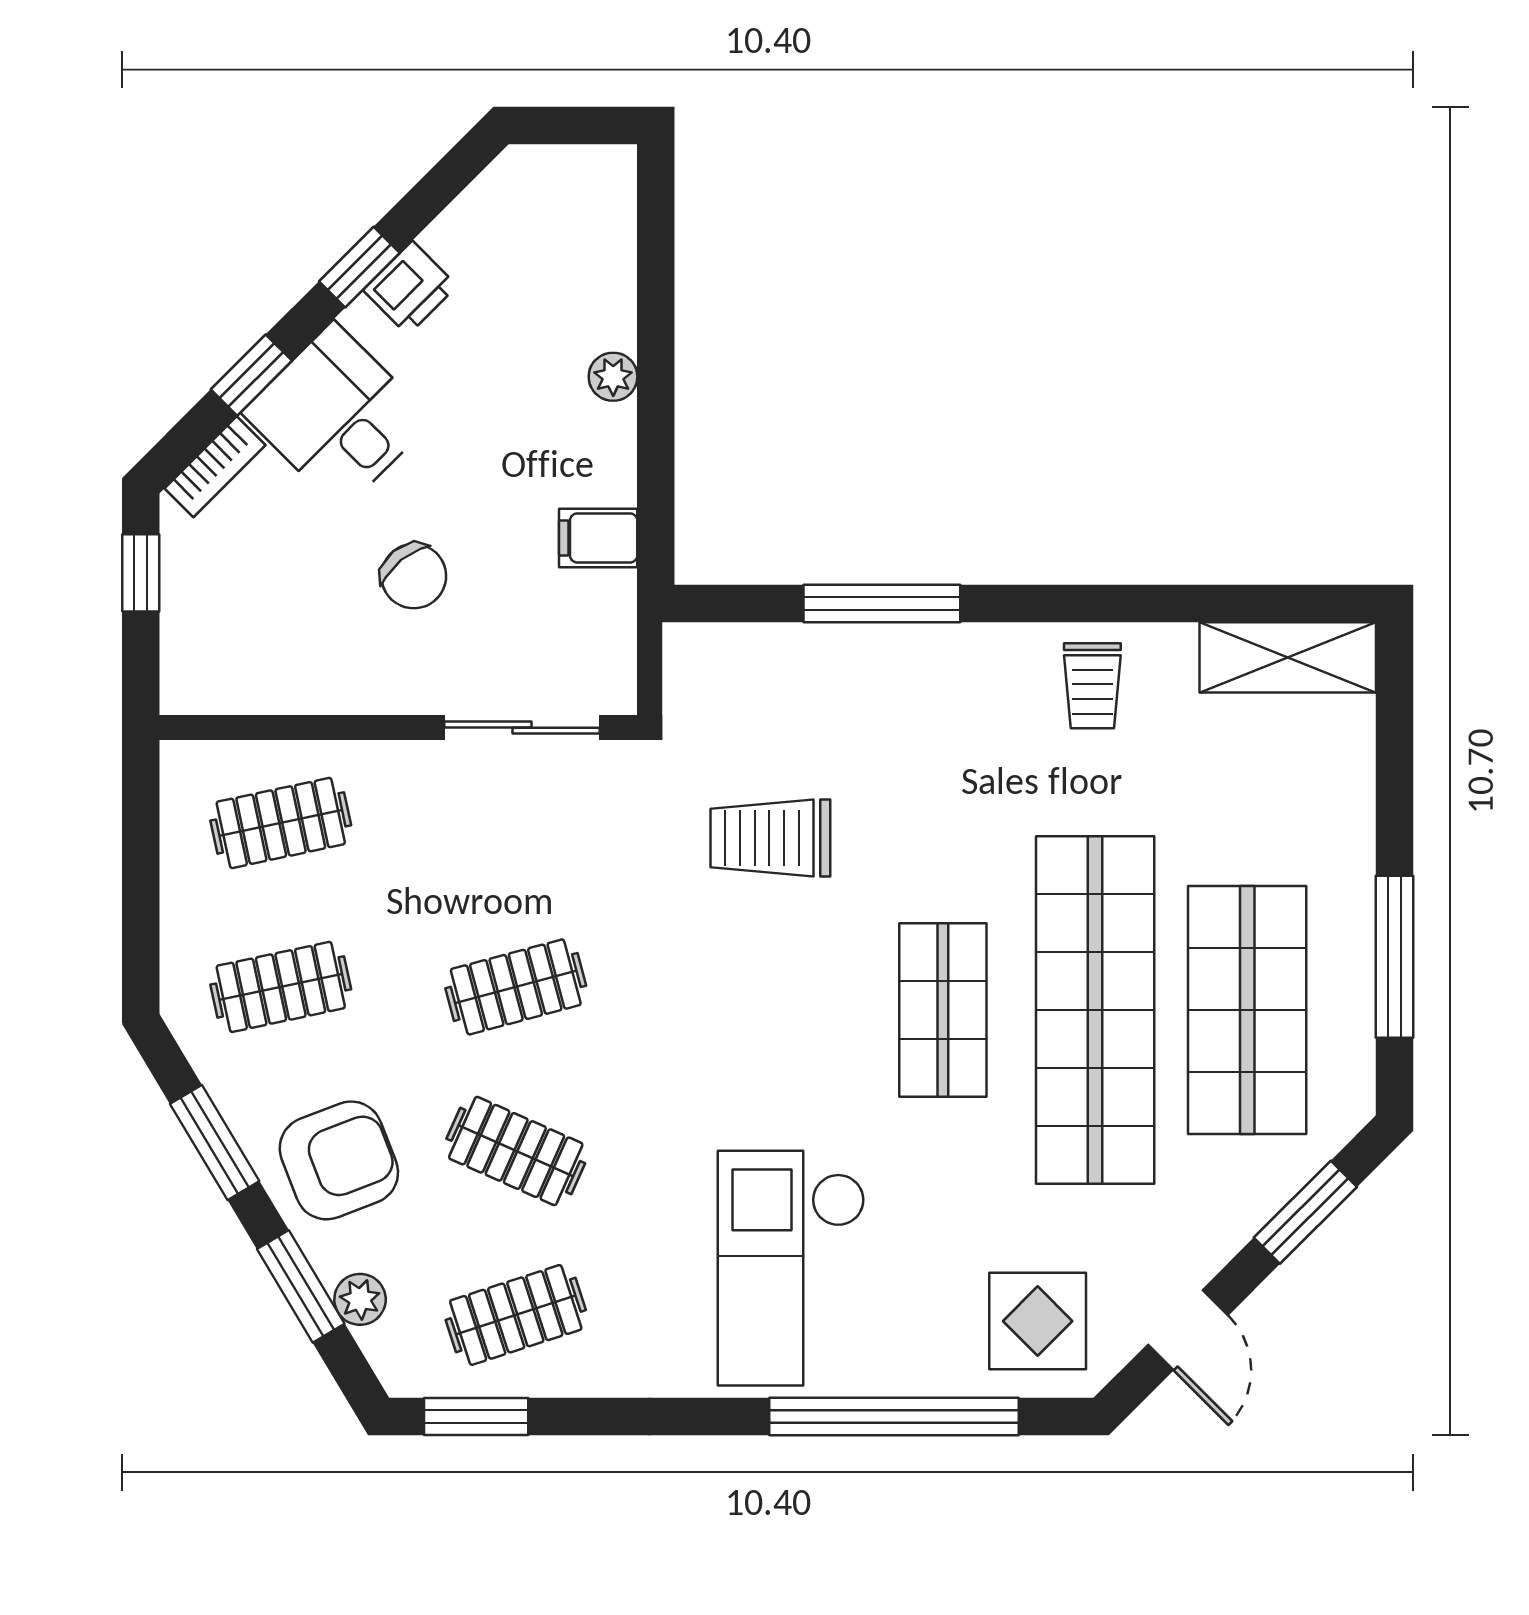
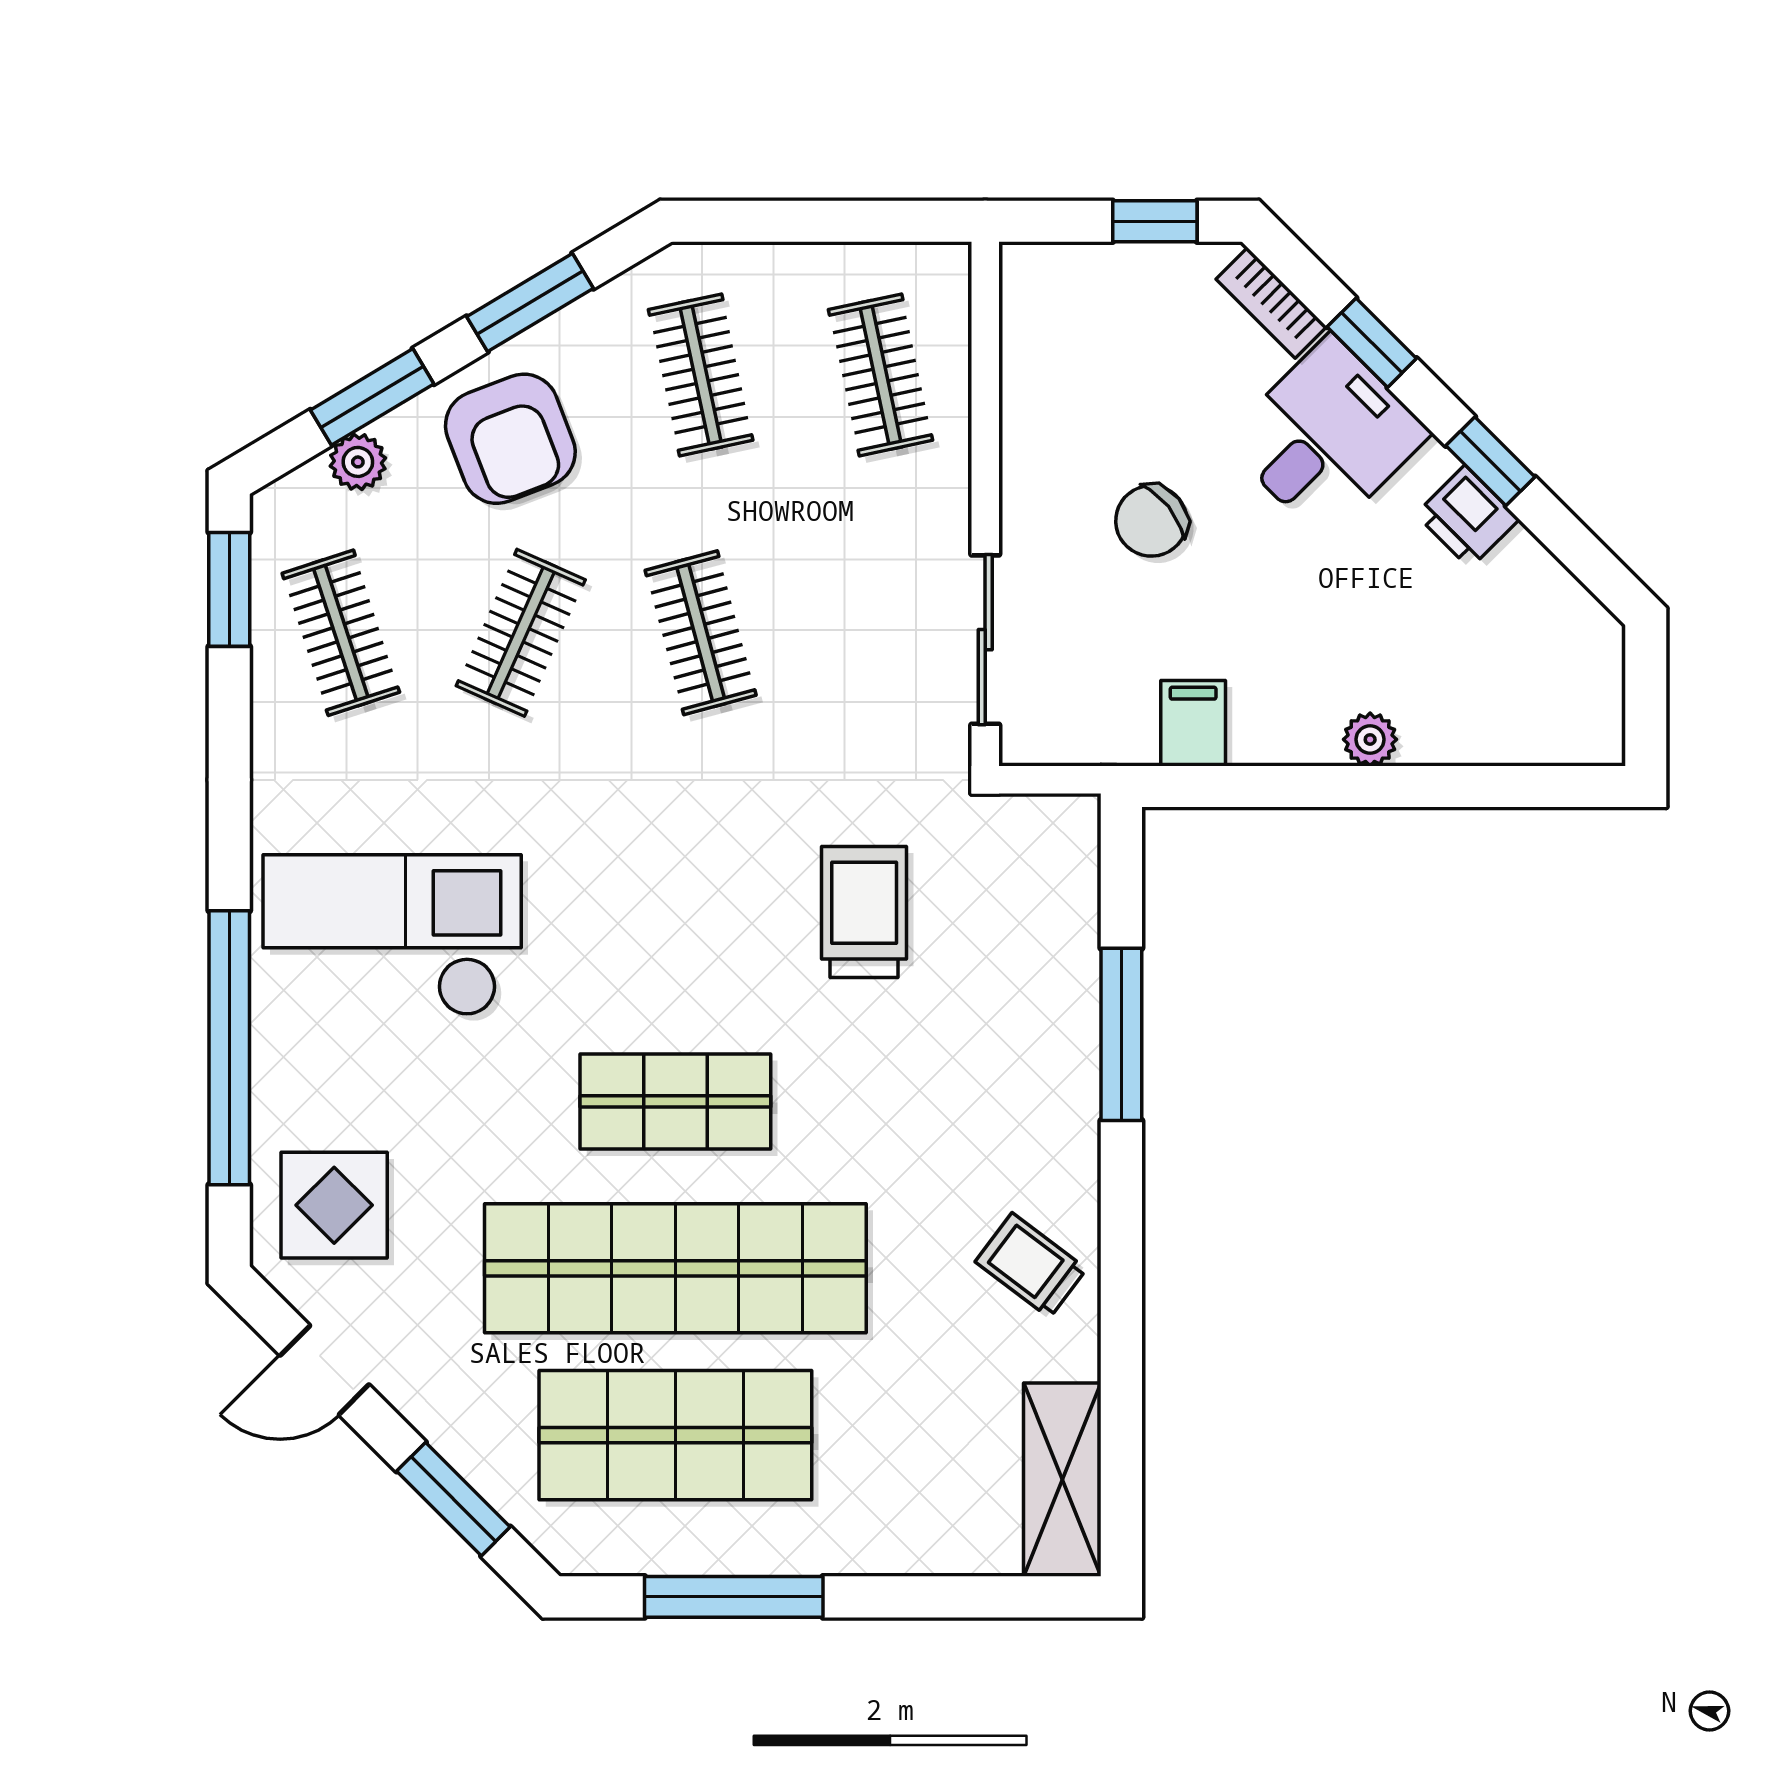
trolley: (1092, 686) -> (1031, 1265), turned 37

